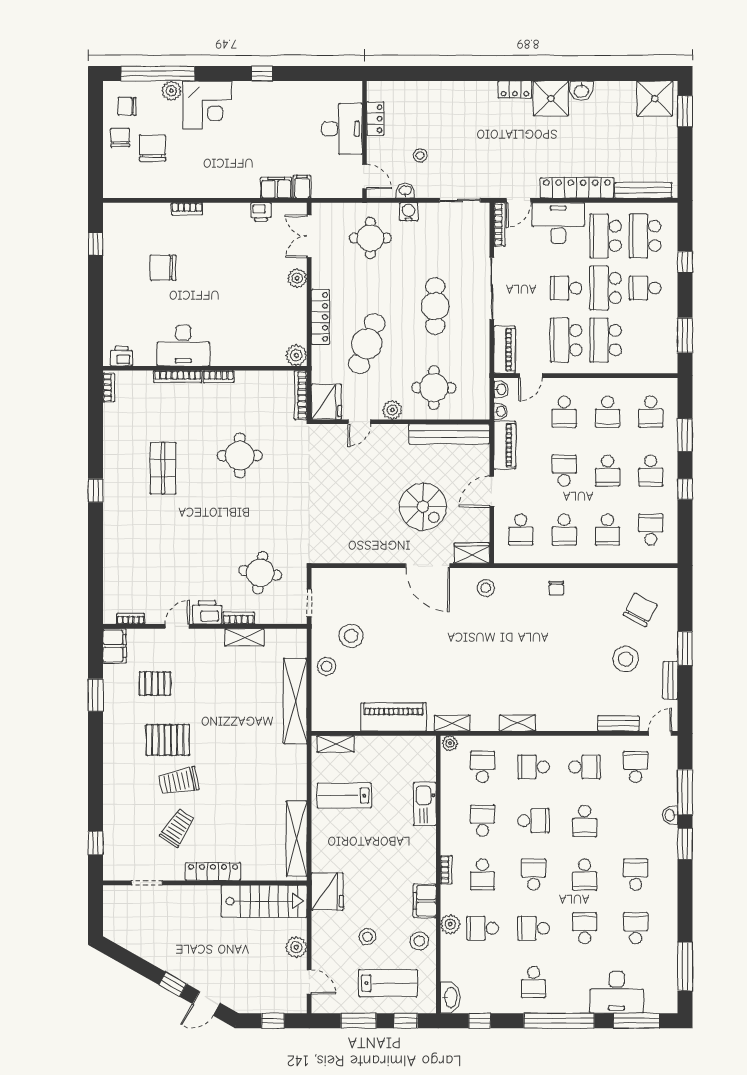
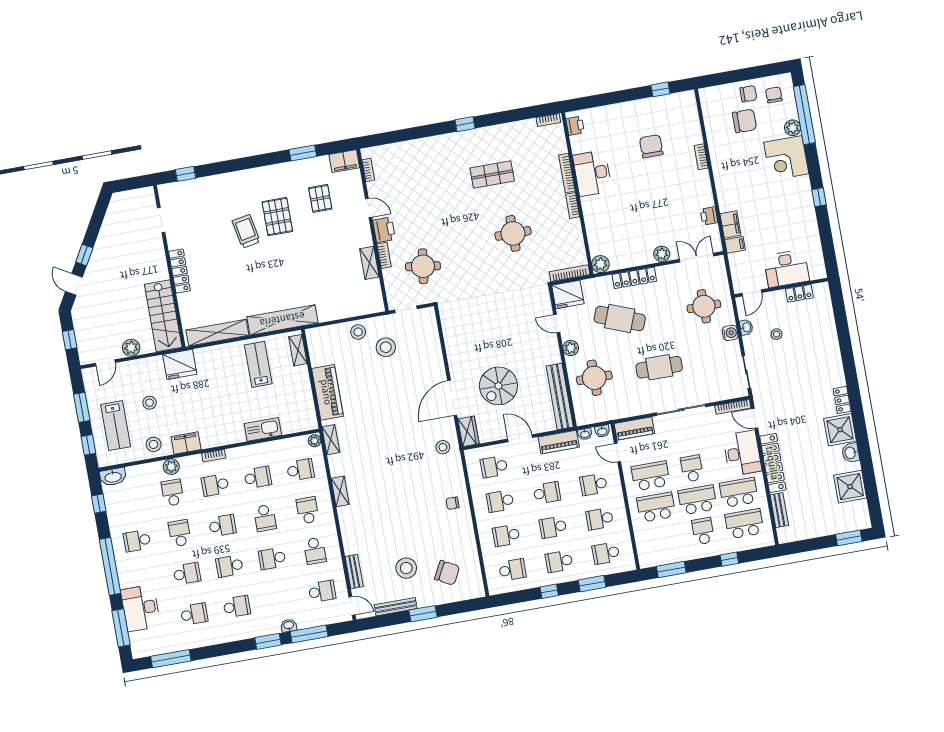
shower: (655, 99) -> (850, 487), moved
bench: (644, 190) -> (779, 510), width x0.73
bench: (670, 680) -> (396, 607), width x1.36
shelving: (295, 701) -> (282, 320), moved
trolley: (178, 828) -> (209, 237), removed

